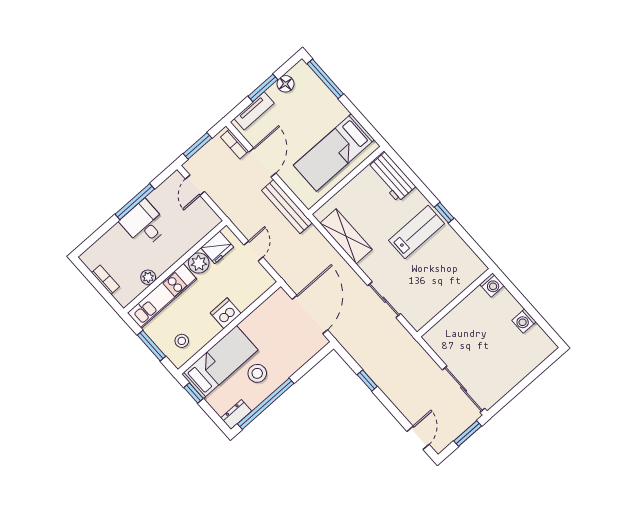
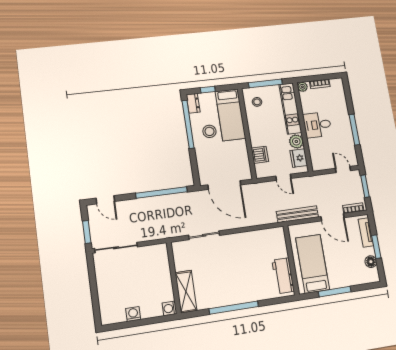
window: (325, 79) -> (335, 292), moved
workbench: (392, 177) -> (283, 276), moved, turned -90
window: (444, 213) -> (234, 308), width x3.17
desk: (144, 224) -> (317, 125), moved, turned 180
lab bench: (417, 232) -> (233, 283), removed
shelving: (346, 236) -> (186, 292), moved, turned 90
plant: (148, 277) -> (302, 87), moved
dishwasher: (226, 313) -> (260, 155), moved
window: (151, 346) -> (265, 83), width x1.44
window: (367, 381) -> (162, 192), width x3.17
window: (193, 393) -> (208, 90), moved

